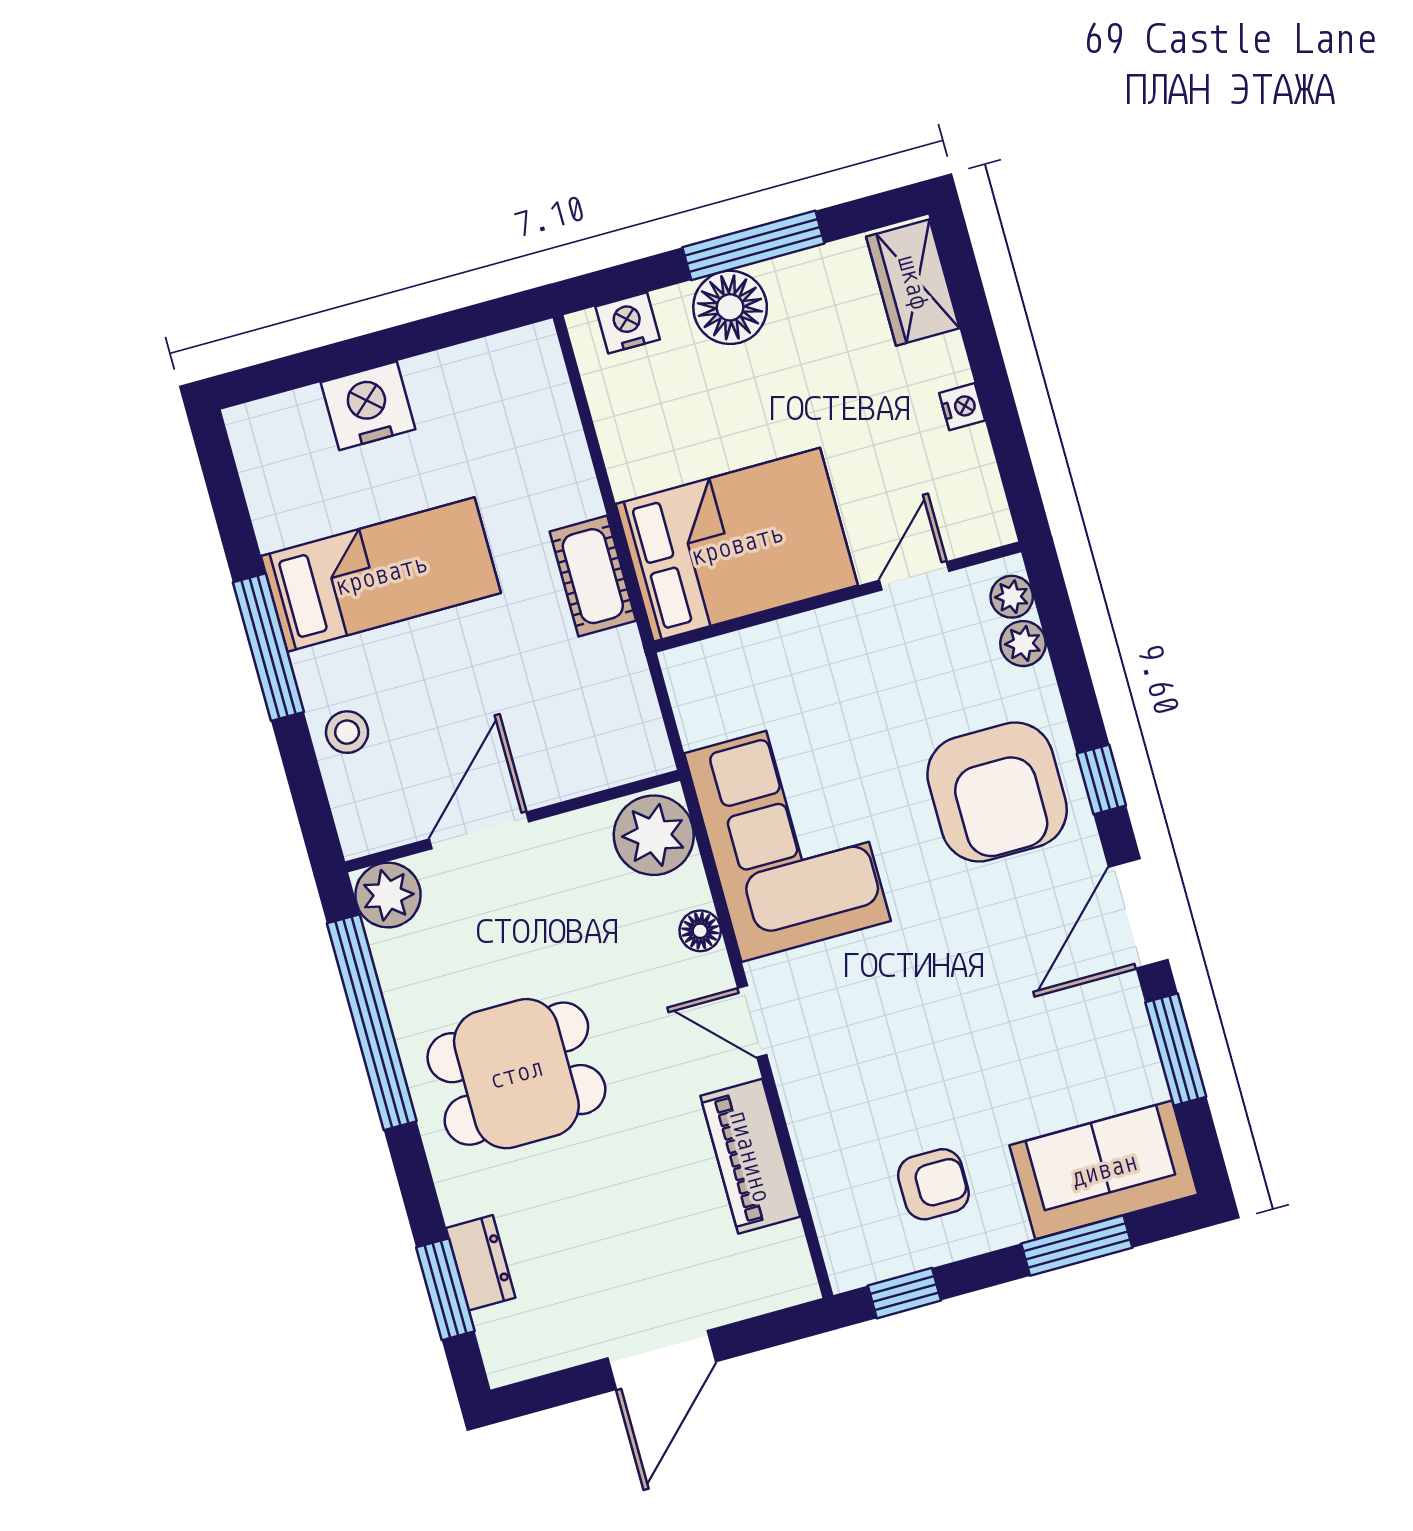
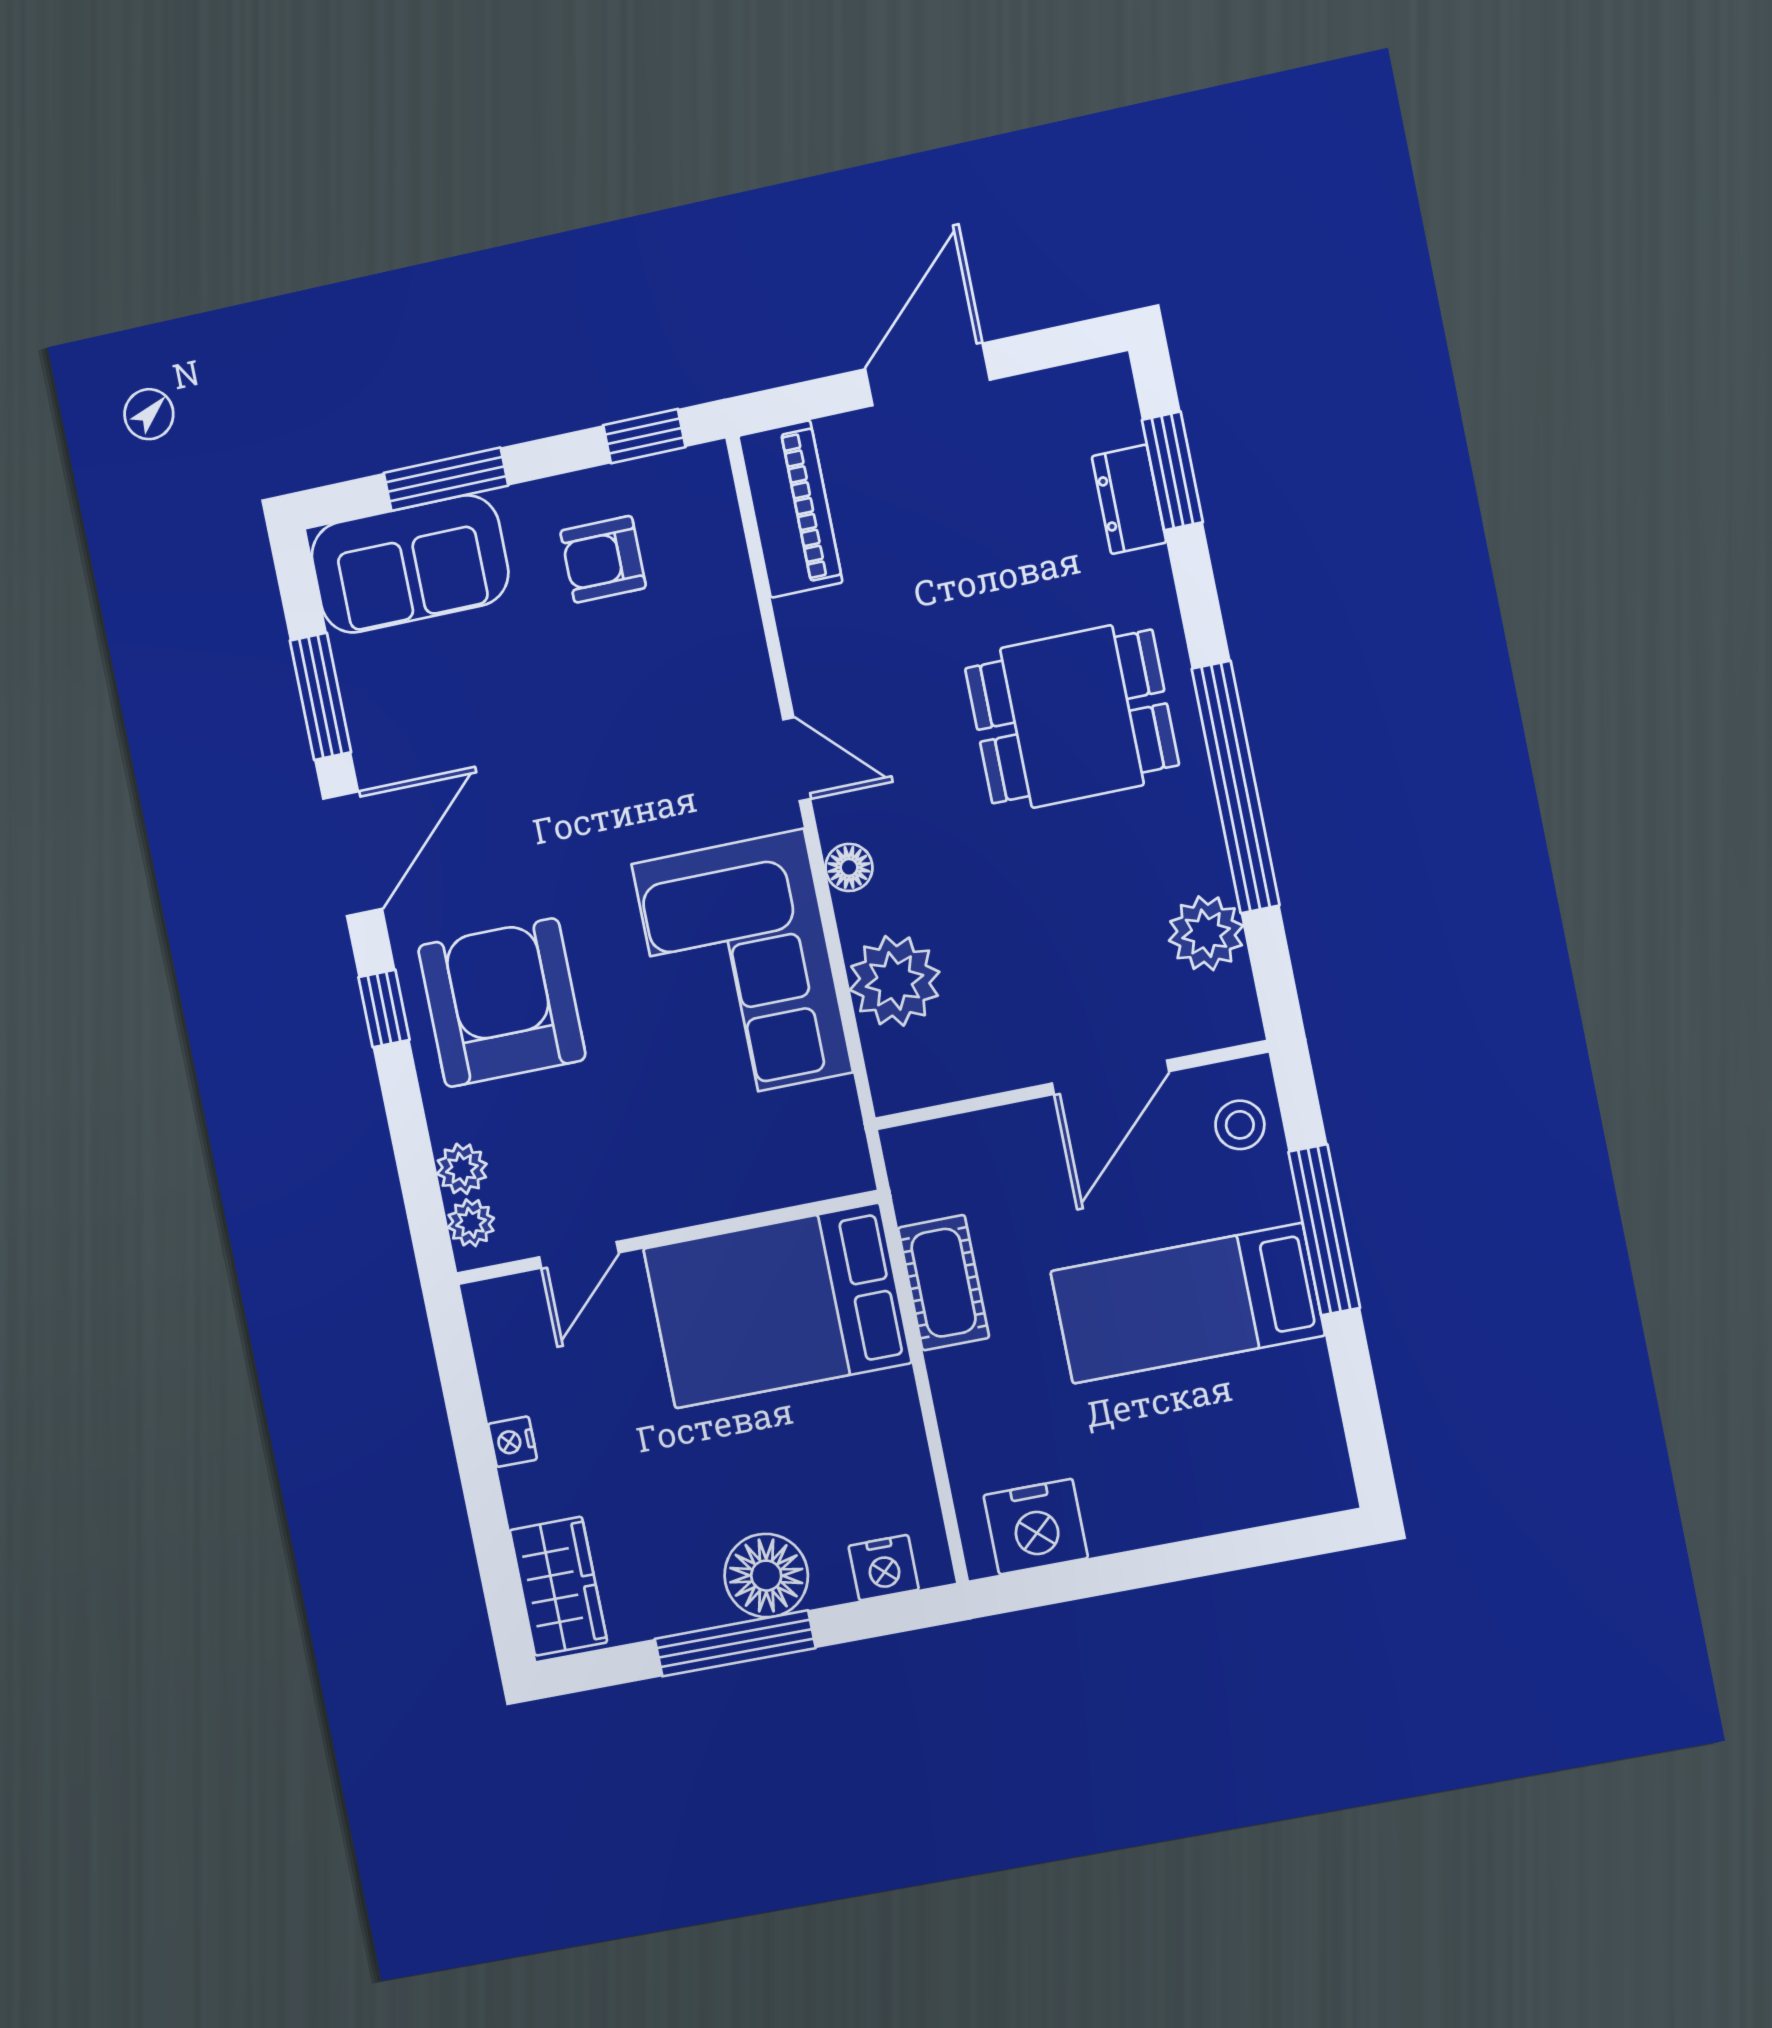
nightstand: (368, 406) -> (1036, 1527), moved
wall: (513, 821) -> (1071, 1085), moved
door: (479, 830) -> (1110, 1077), moved
piano: (750, 1156) -> (790, 509), moved

